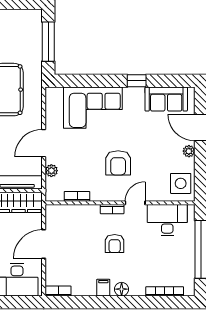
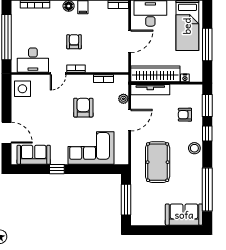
plant: (189, 151) -> (16, 114), removed
armchair: (118, 163) -> (83, 108), moved

